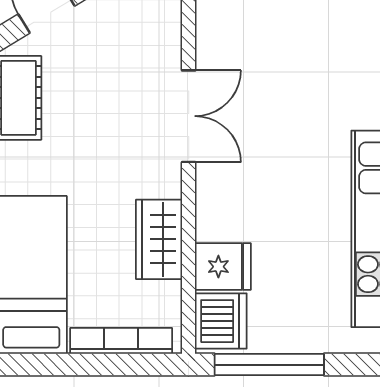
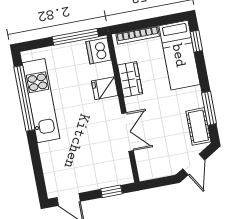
double door: (189, 116) -> (128, 132), swing flipped
fridge: (223, 267) -> (105, 88), moved

